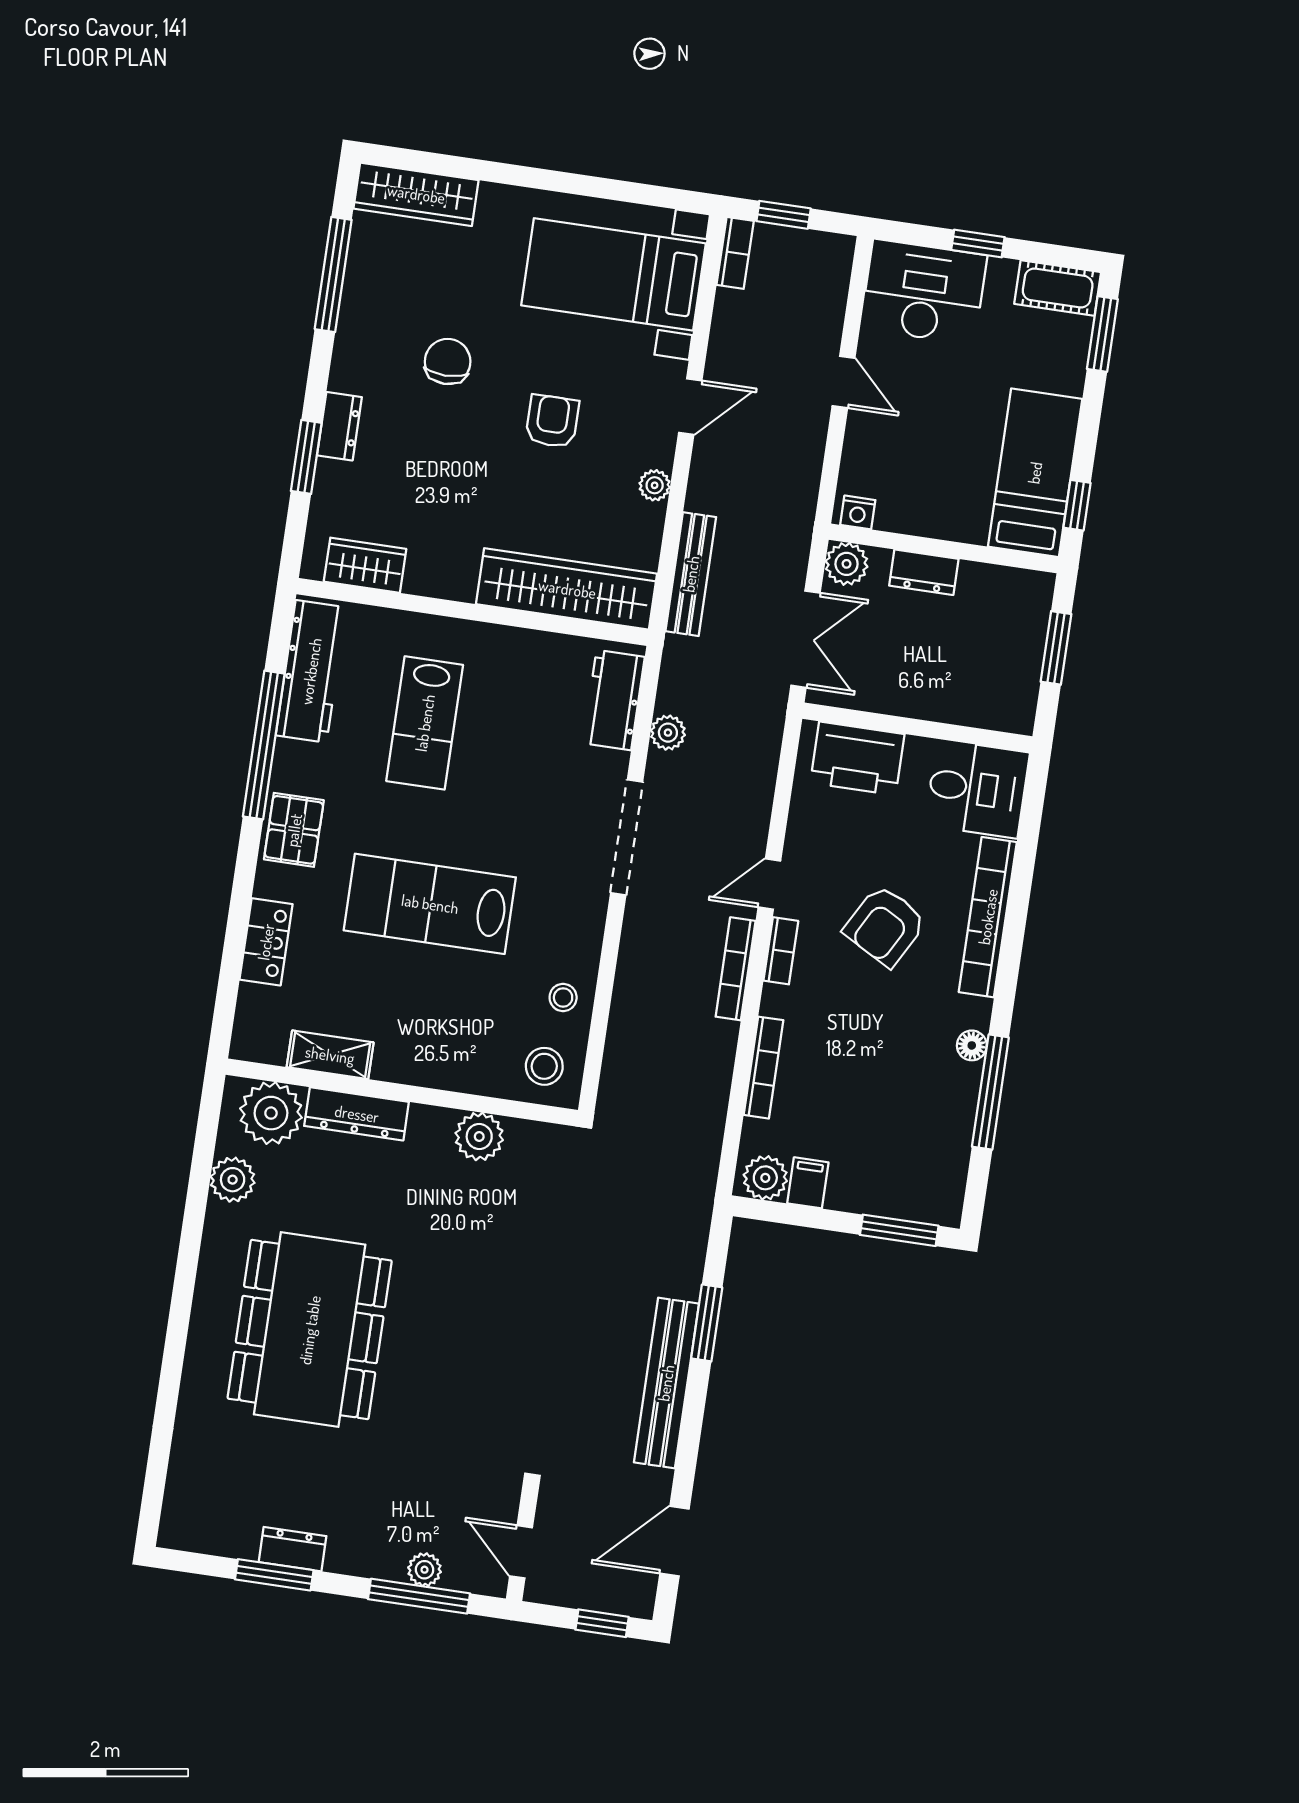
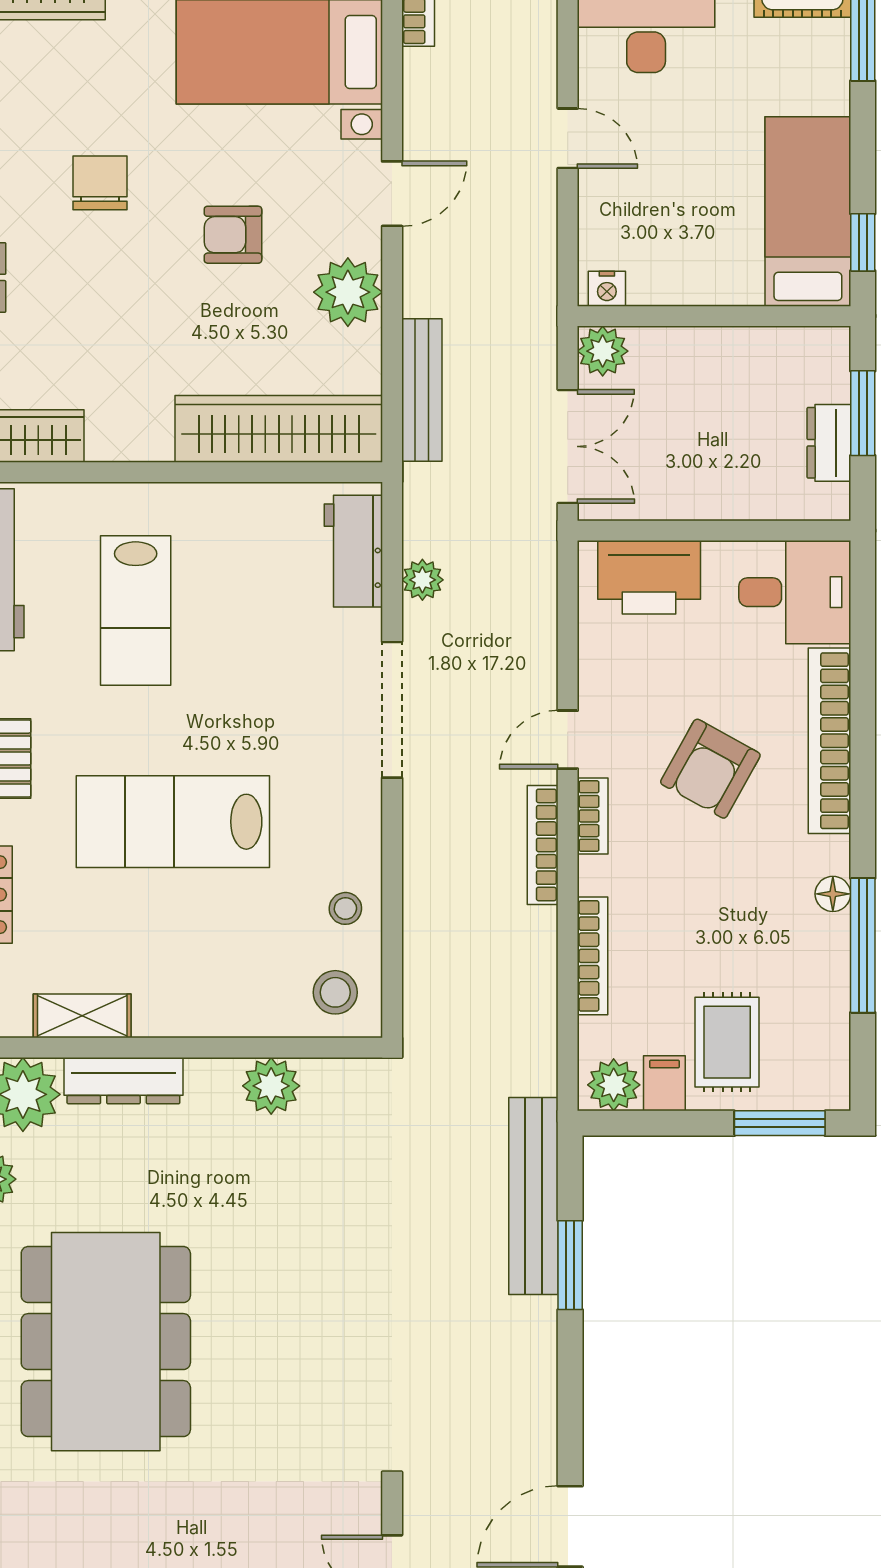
armchair: (552, 421) -> (233, 235), turned -90
plant: (655, 485) -> (348, 292), width x1.88, depth x1.88
dresser: (924, 572) -> (829, 443), moved, turned 90
rug: (865, 1156) -> (727, 1042), added
bench: (666, 1383) -> (533, 1196), moved

